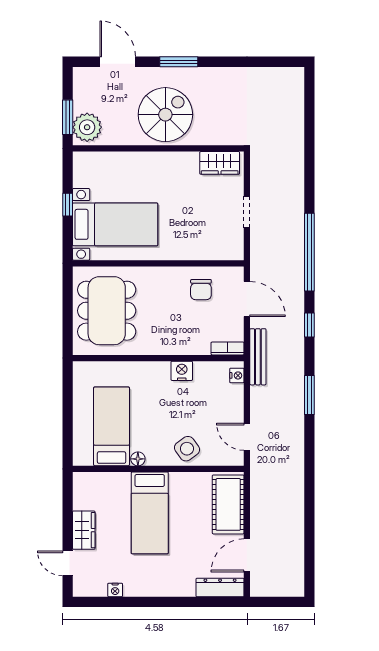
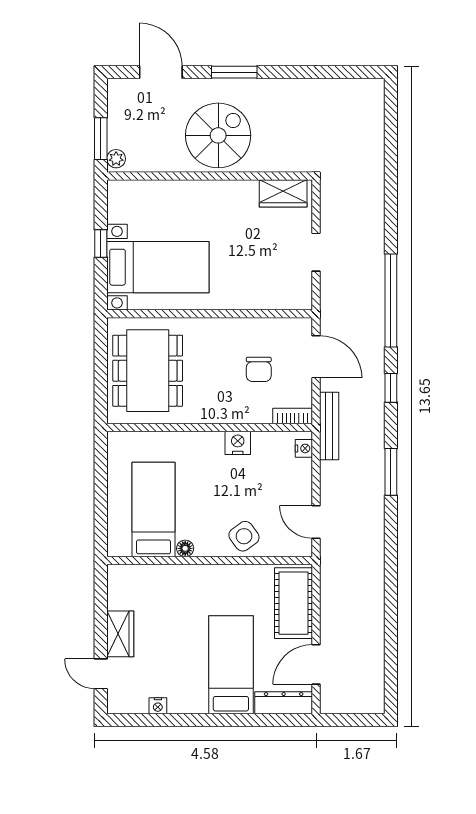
plant: (87, 127) -> (116, 159), width x0.53, depth x0.53
chair: (201, 290) -> (259, 369), moved
bed: (150, 513) -> (231, 665), moved, turned 180

